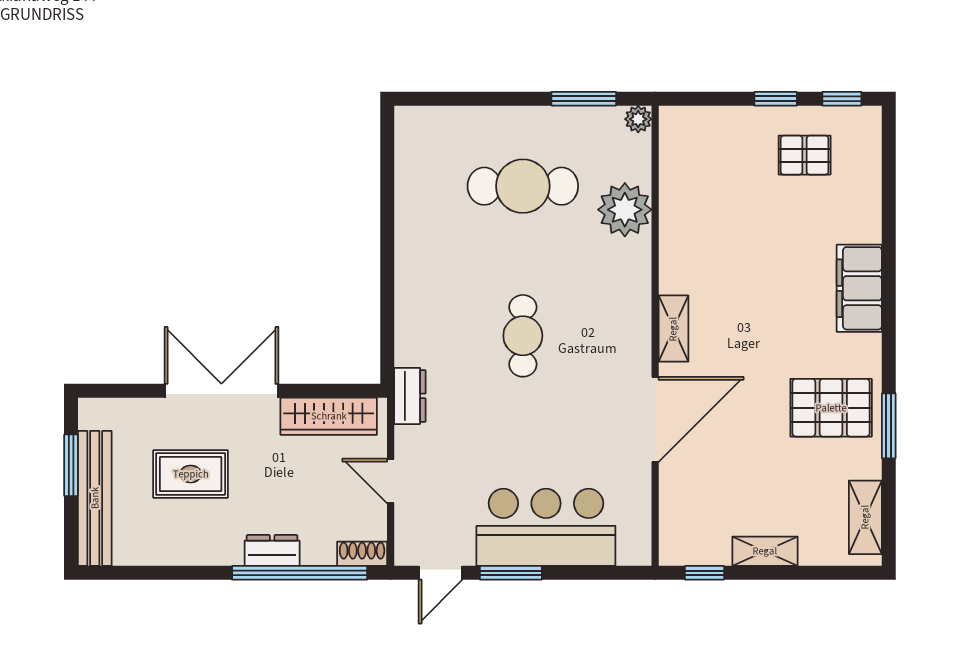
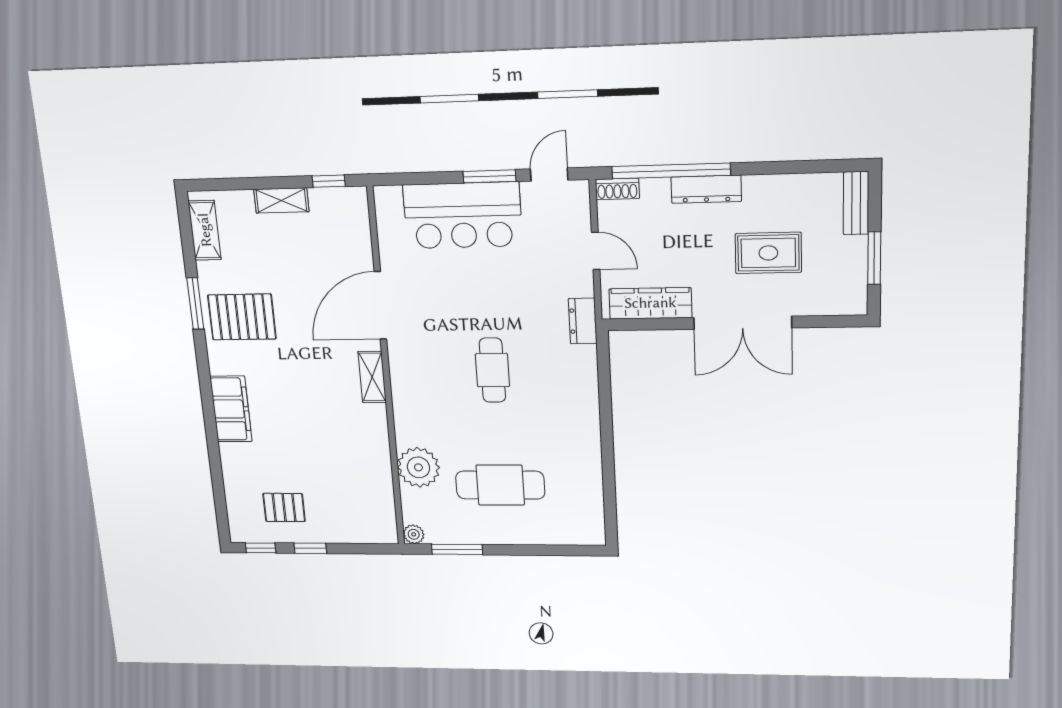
bench: (95, 498) -> (856, 203), width x0.54, depth x0.82
dresser: (272, 550) -> (706, 189), width x1.44

